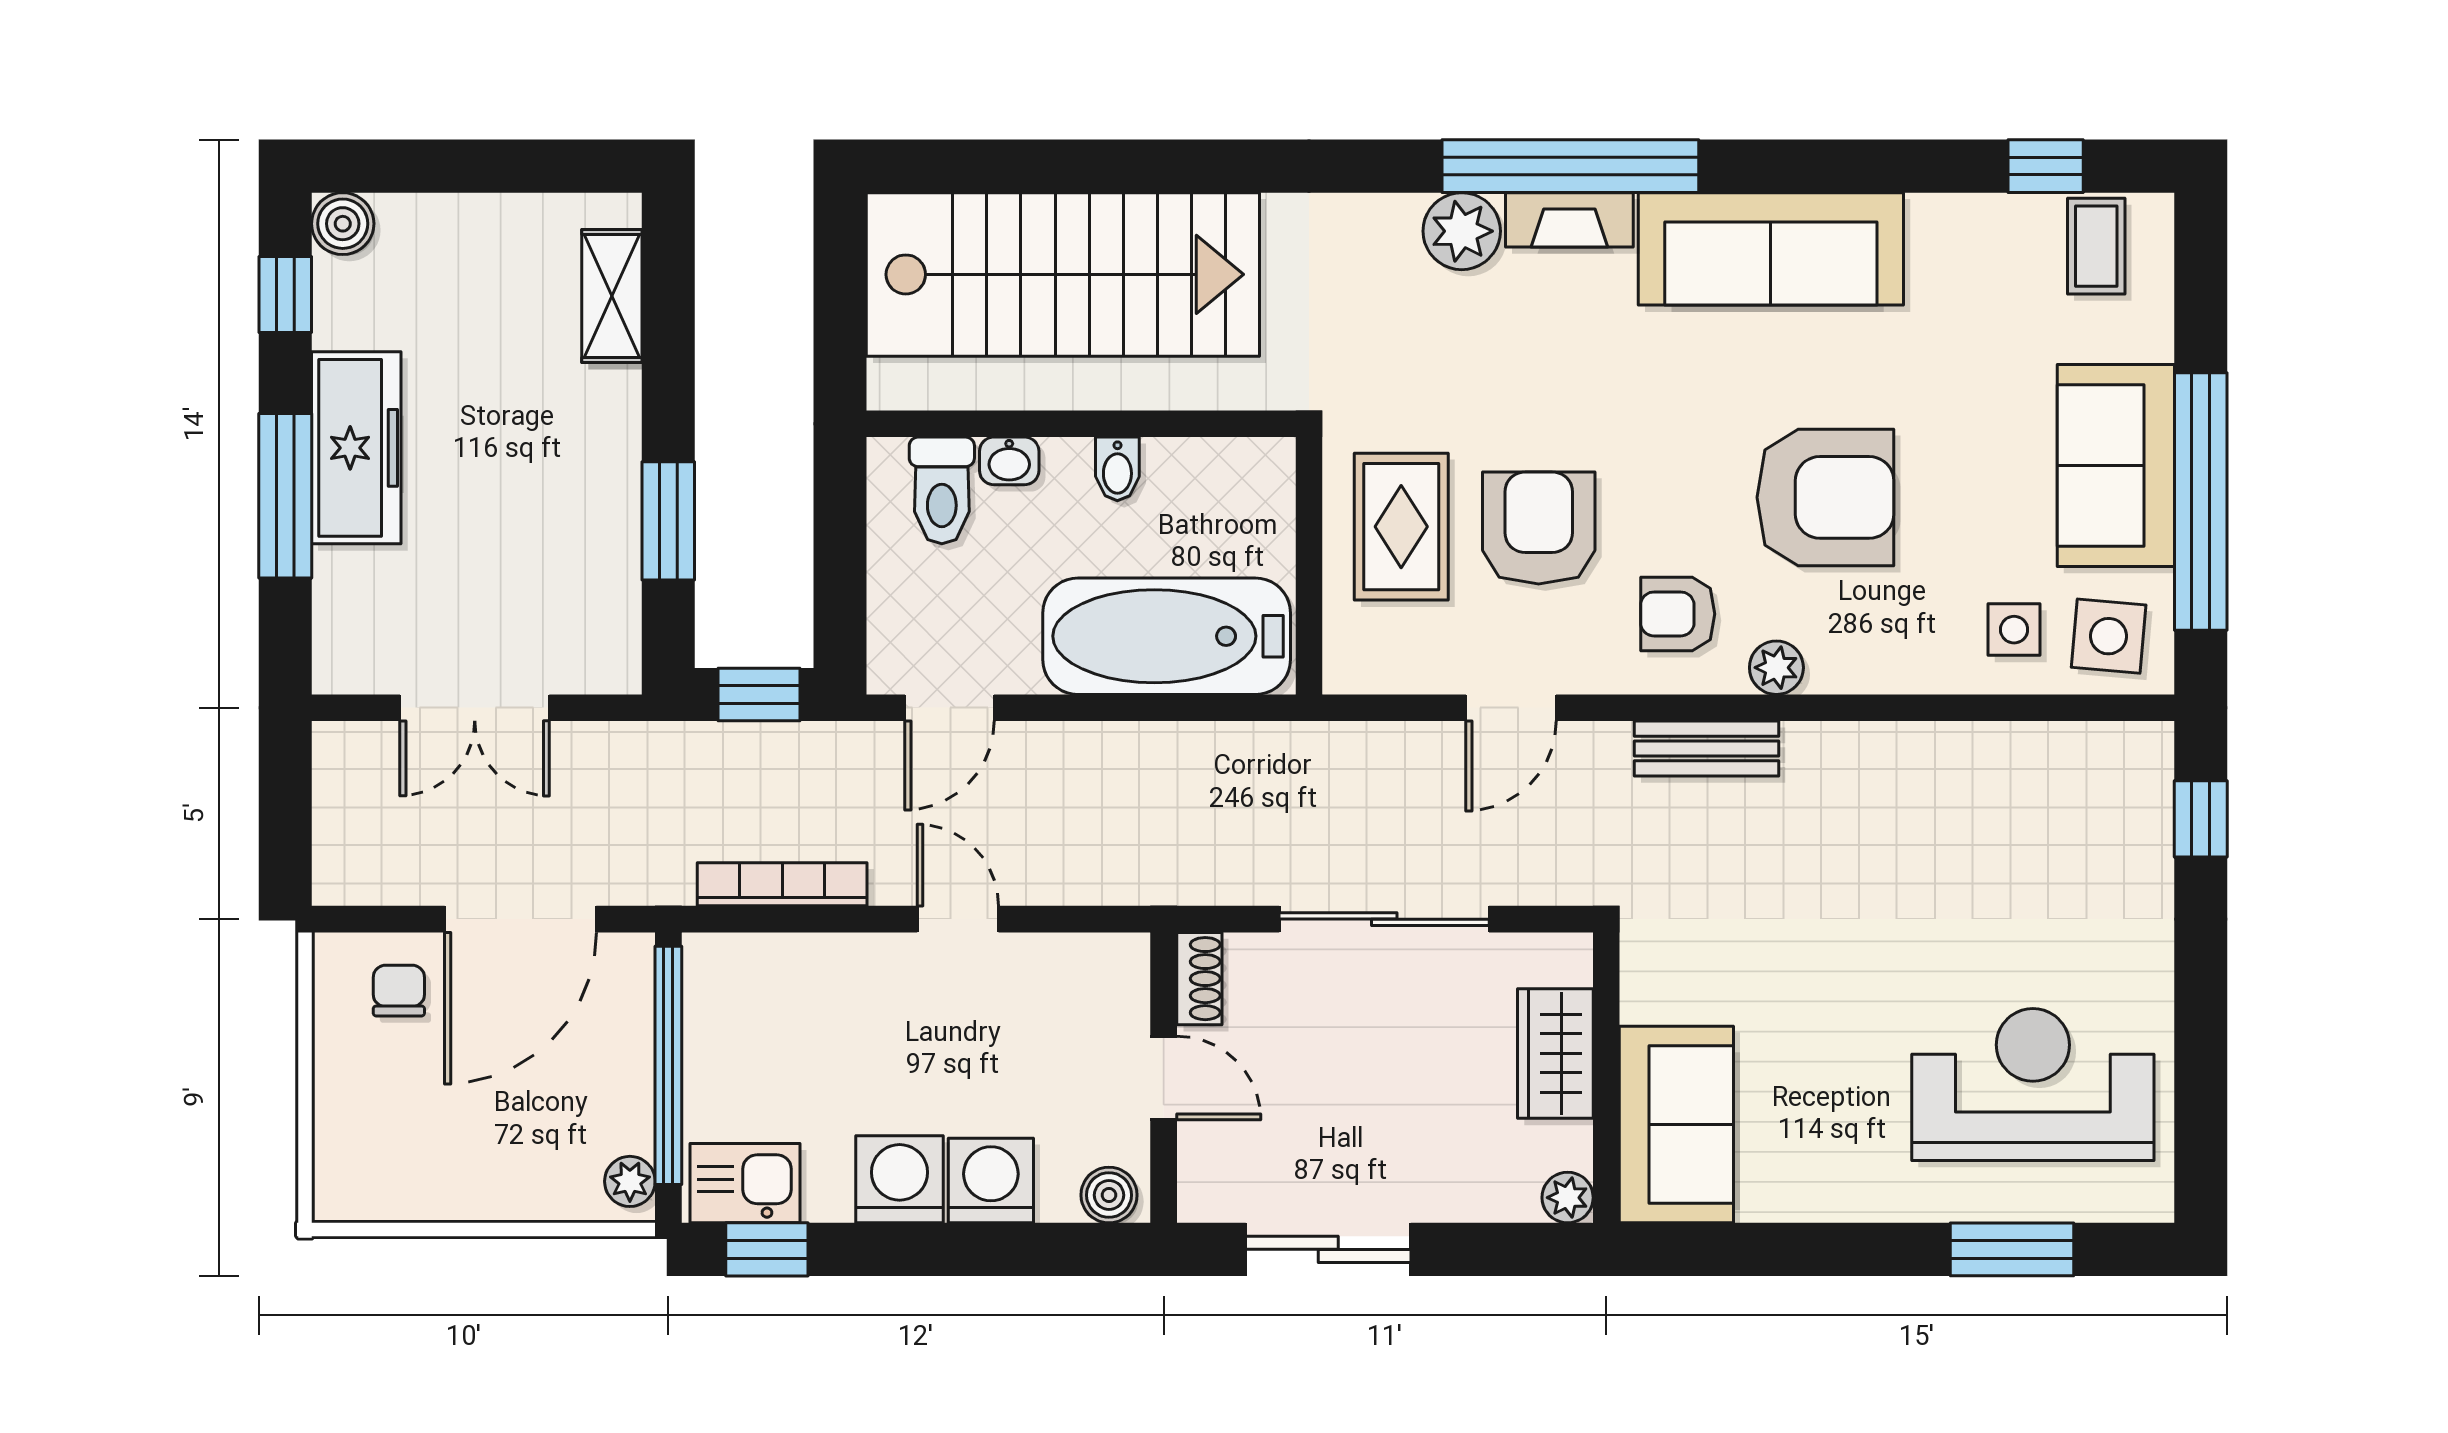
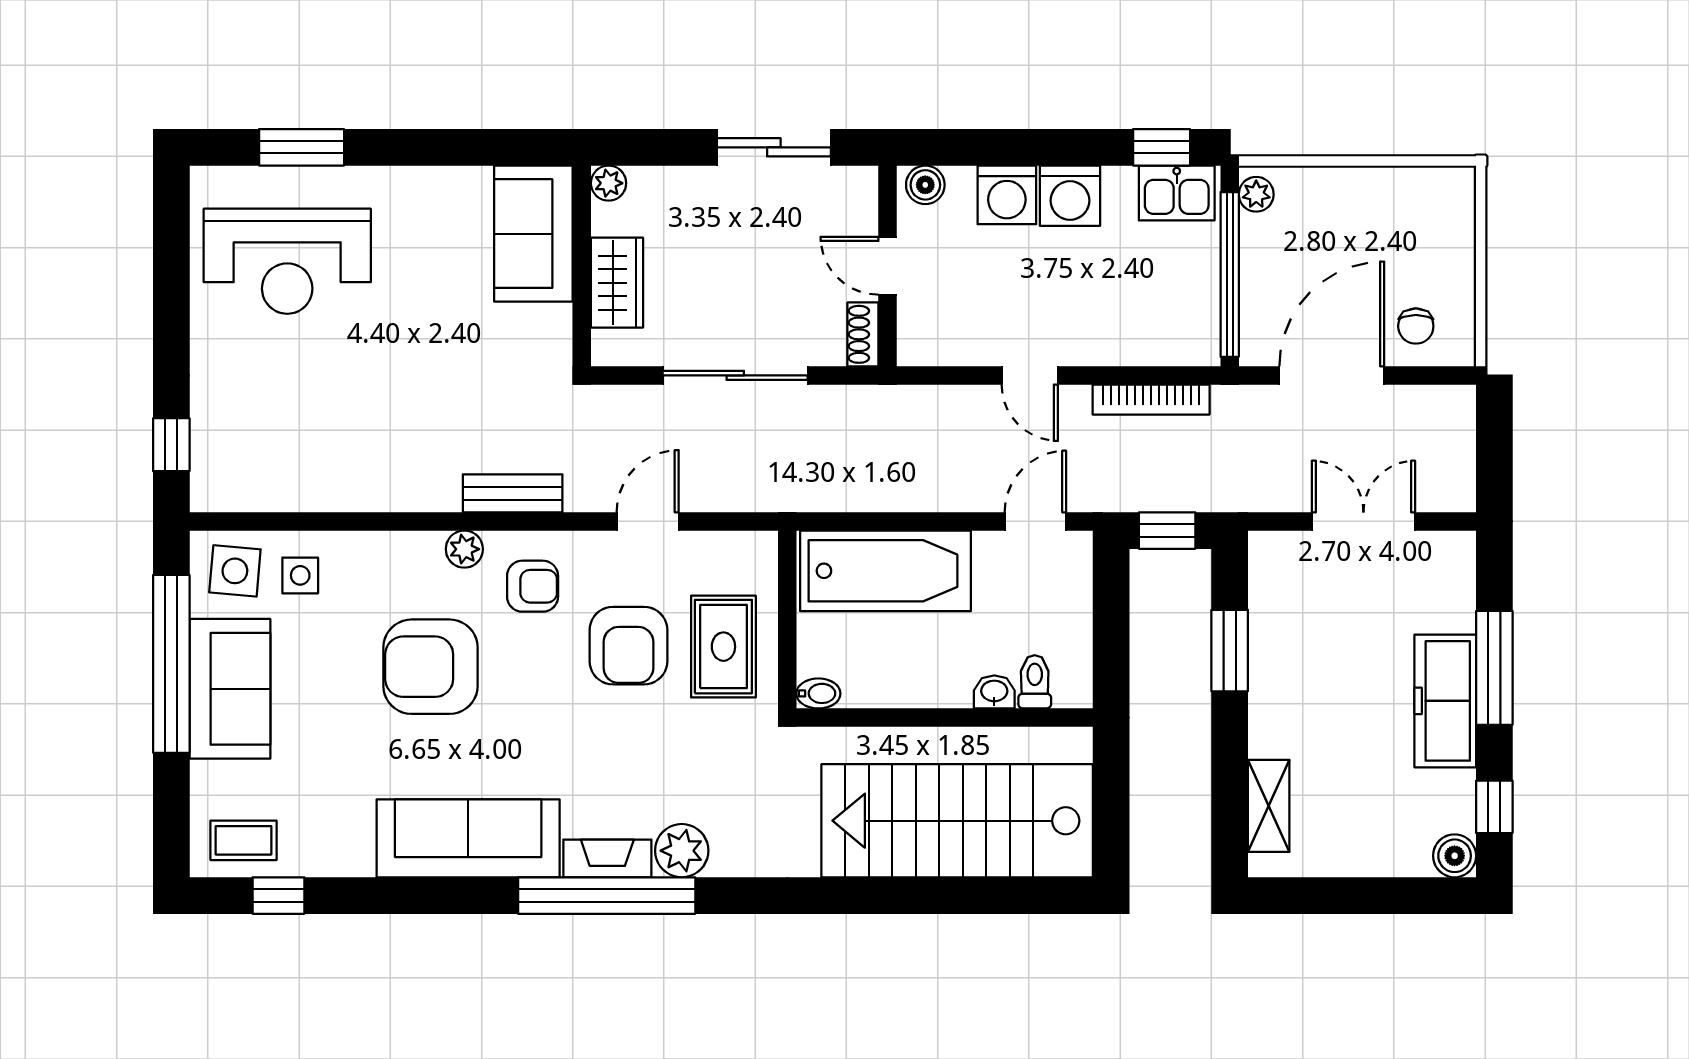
coffee table: (2096, 246) -> (243, 840), turned 90
bidet: (1117, 469) -> (818, 693), moved, turned 90
toilet: (942, 490) -> (1035, 682), width x0.73, depth x0.72

